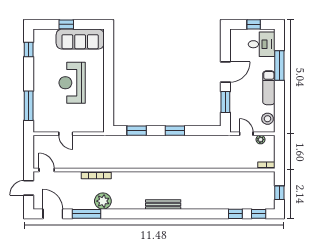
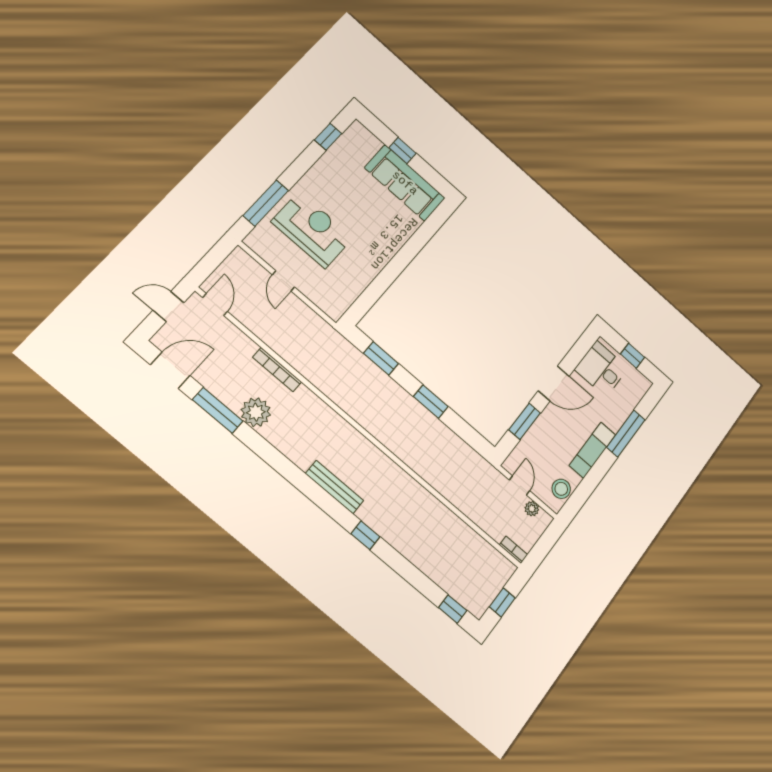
desk: (262, 44) -> (601, 369), moved, turned 180
reception desk: (72, 83) -> (312, 230), moved, turned 90
door: (53, 214) -> (170, 370), hinge flipped
window: (235, 214) -> (365, 535), moved

